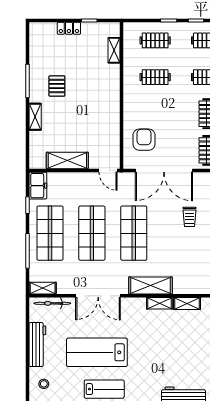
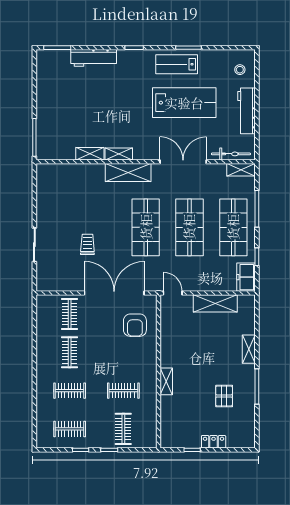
clothes rail: (155, 40) -> (123, 429), turned 90
shelving: (114, 50) -> (166, 381), moved
pallet: (57, 86) -> (224, 396), moved

